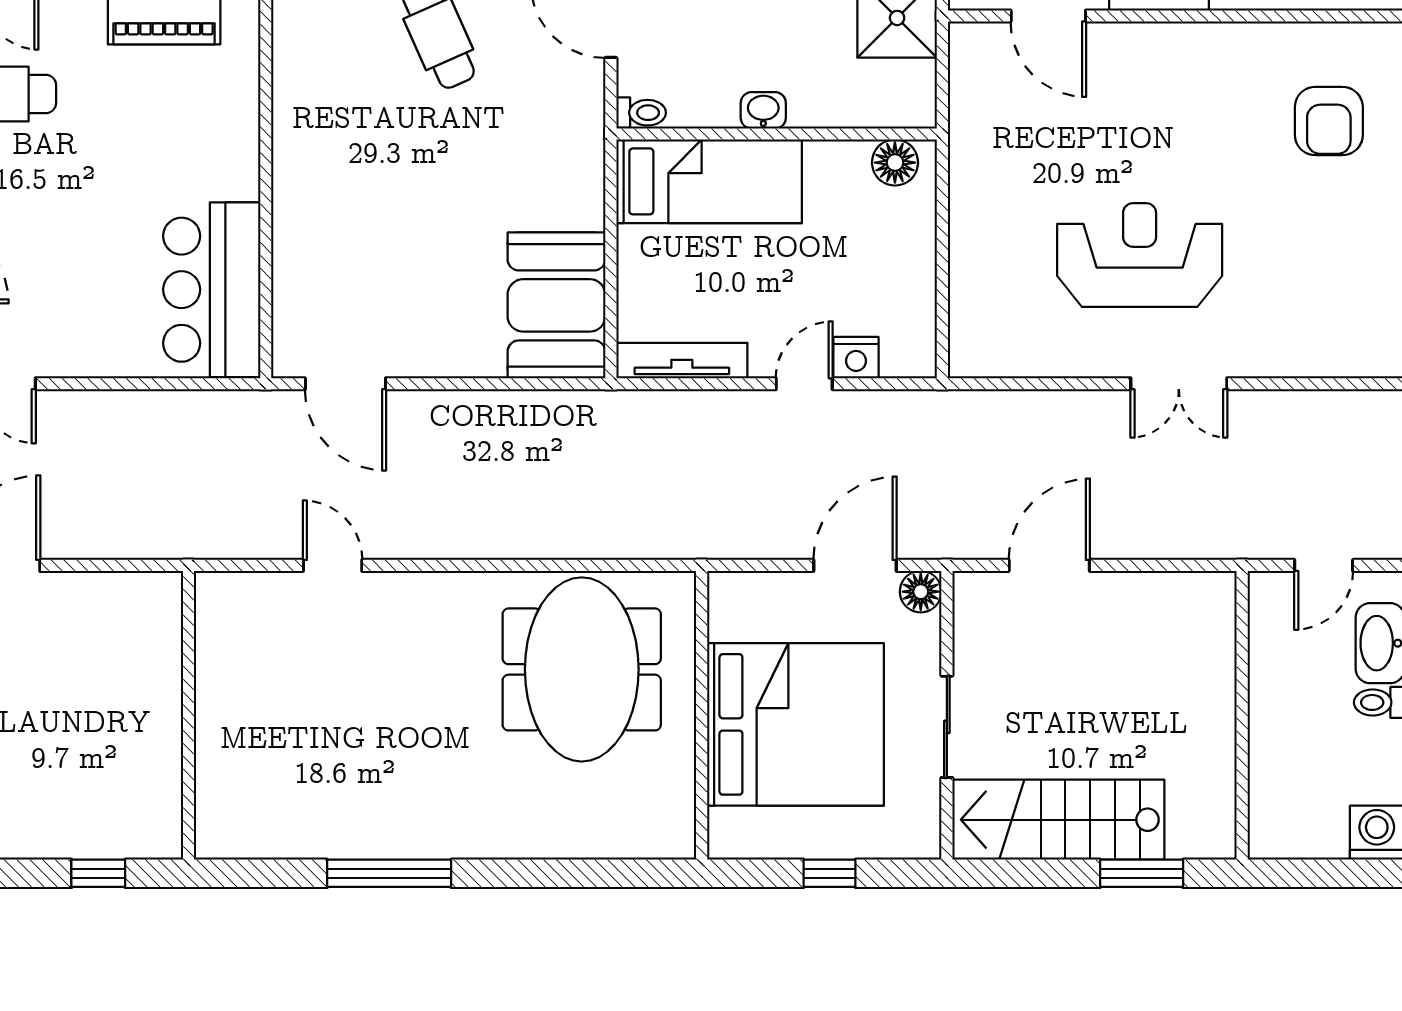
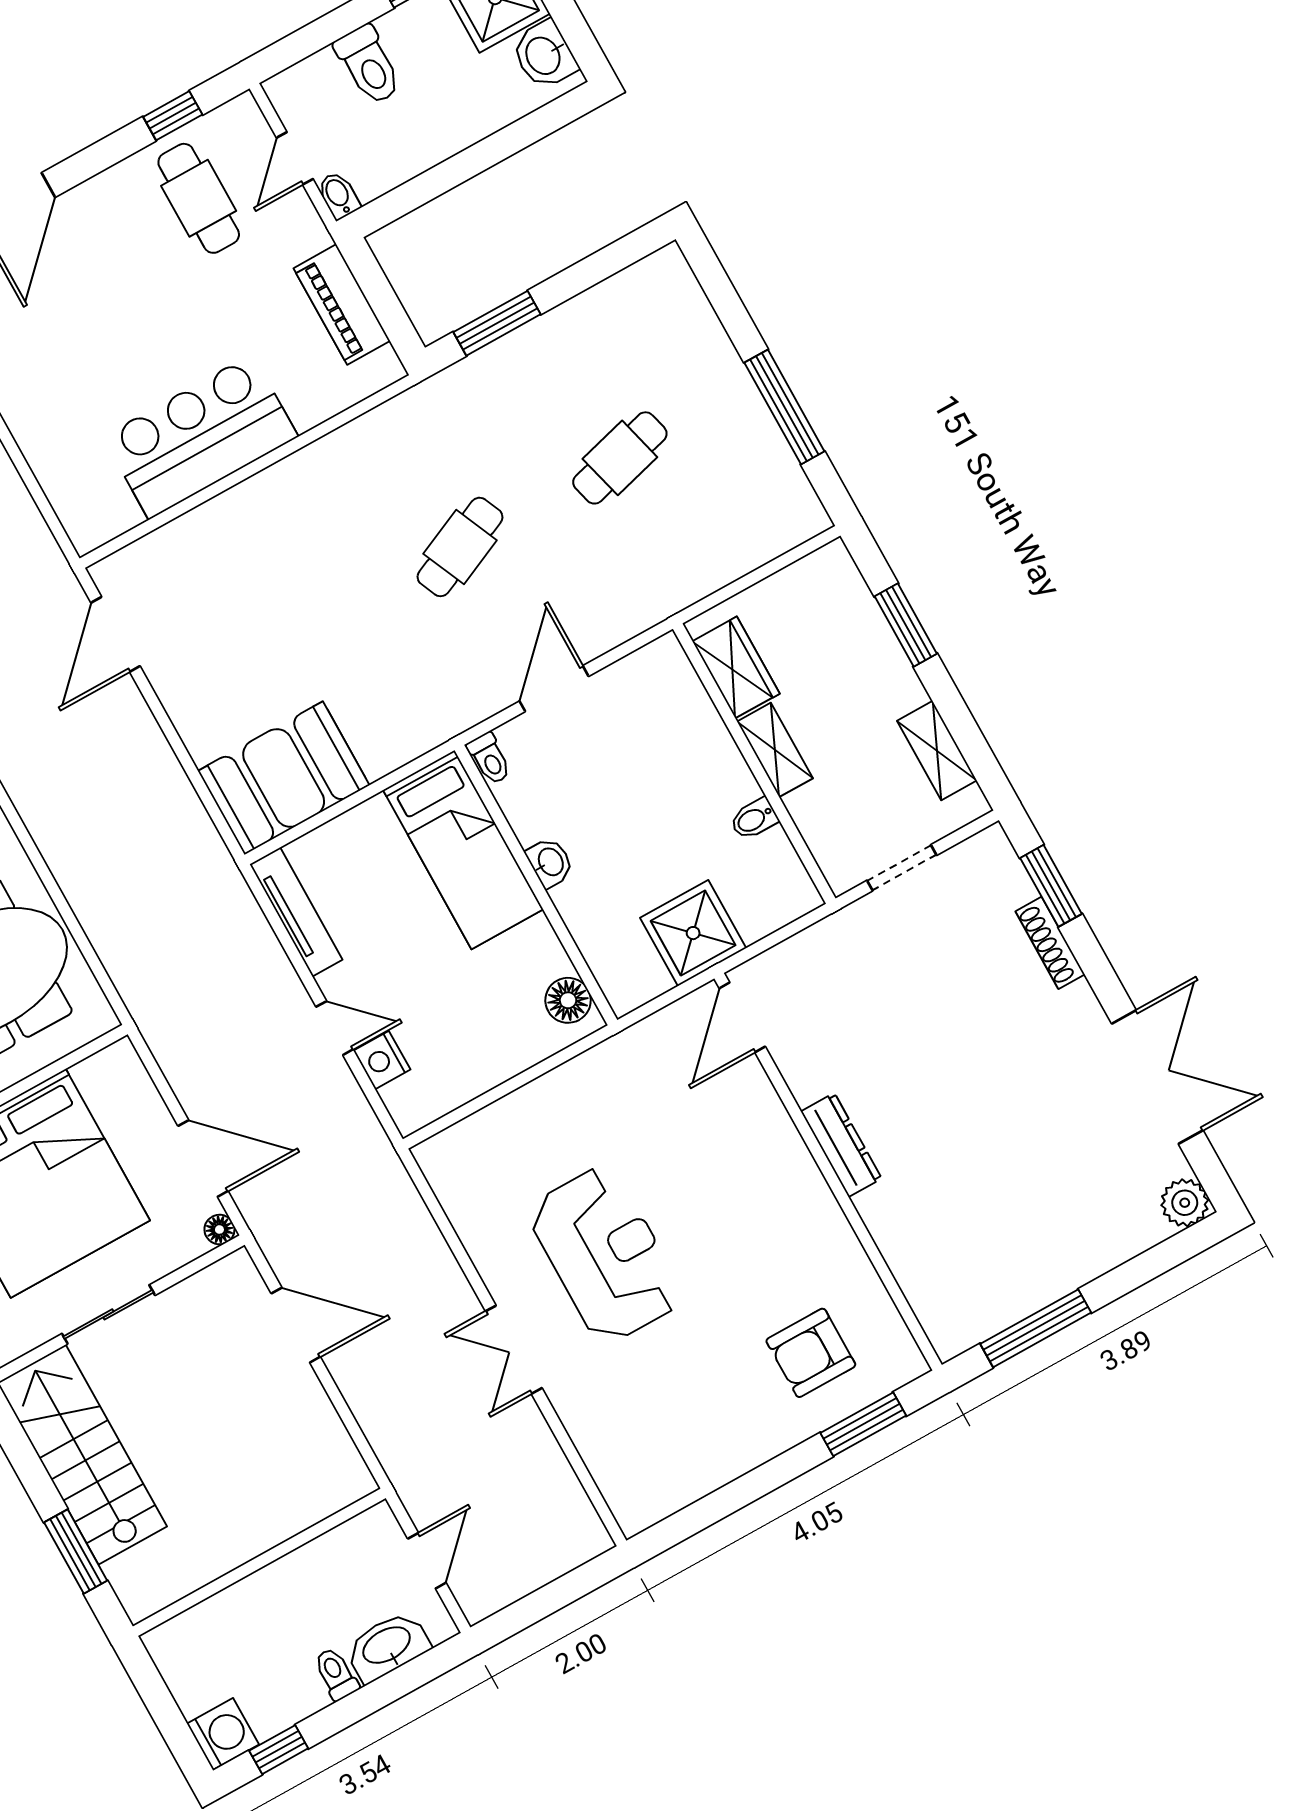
door: (1048, 16) -> (742, 1017), moved
bar counter: (212, 290) -> (201, 437), moved
door: (1324, 565) -> (427, 1561), swing flipped
floor lamp: (921, 592) -> (219, 1229), width x0.73, depth x0.73

